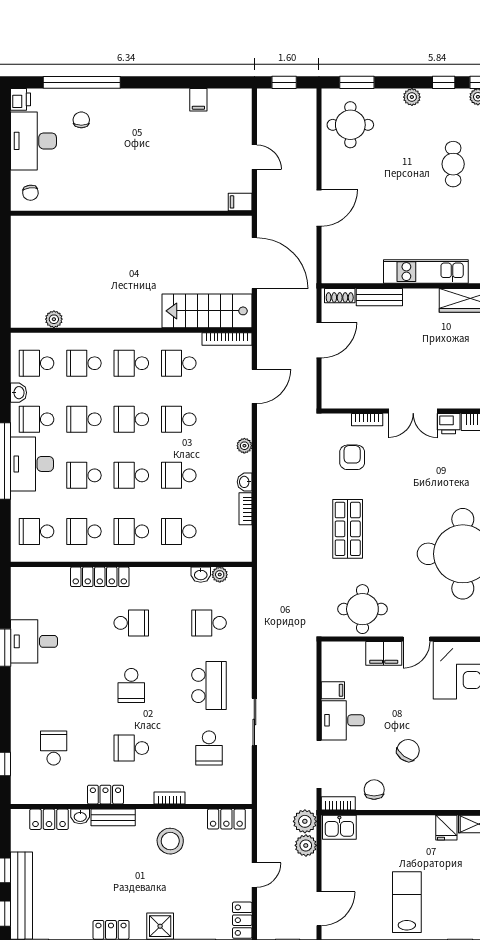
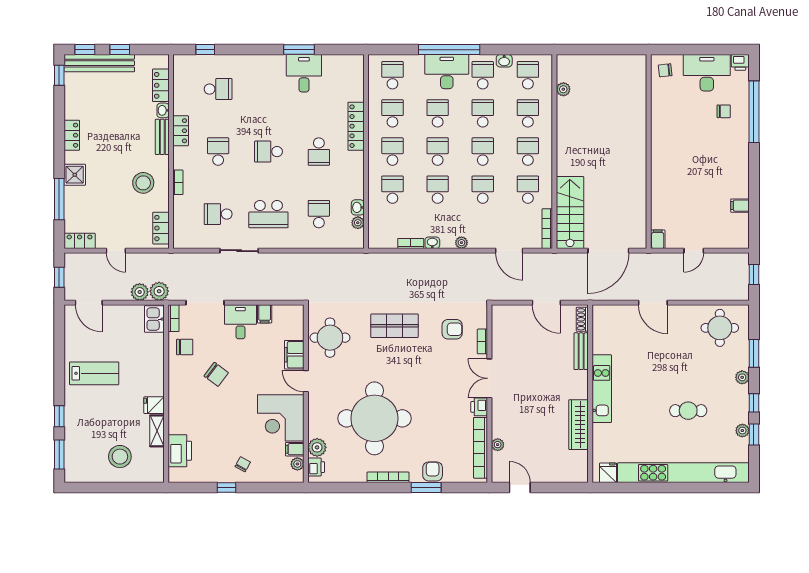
window: (357, 82) -> (754, 353), moved

